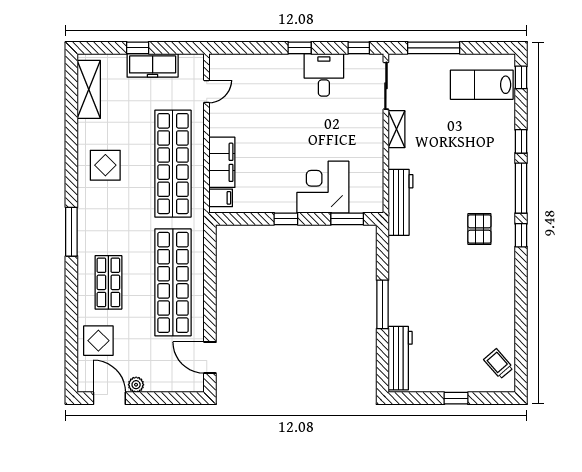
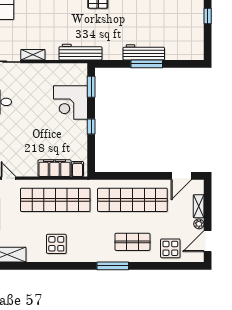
window: (71, 232) -> (113, 266), moved
workbench: (400, 358) -> (144, 52), moved
shelving: (163, 384) -> (199, 206), added

